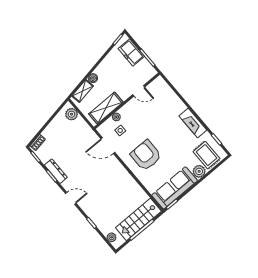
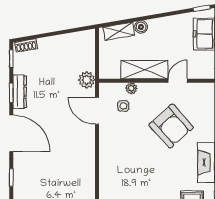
door: (139, 91) -> (178, 81), swing flipped
shelving: (106, 108) -> (144, 70), moved
plant: (72, 114) -> (87, 80), moved
armchair: (146, 155) -> (171, 126), moved, turned 138
door: (71, 198) -> (11, 133), width x1.88

